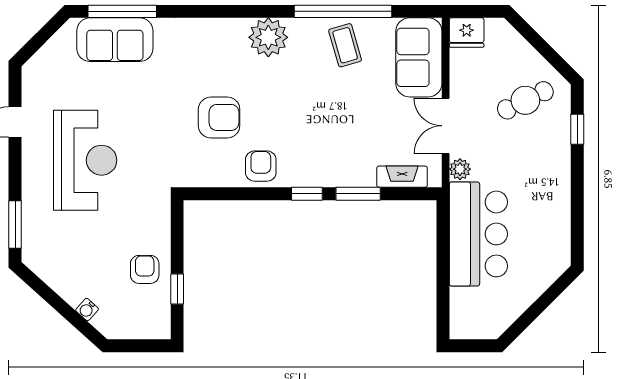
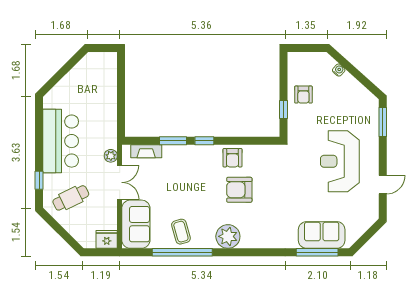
armchair: (219, 117) -> (239, 190), moved
bar counter: (478, 234) -> (61, 141), moved, turned 180
window: (177, 289) -> (284, 109), moved

